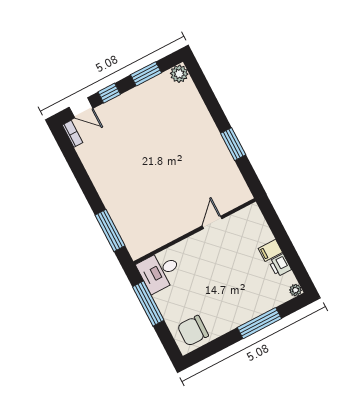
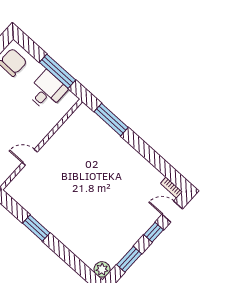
door: (212, 222) -> (30, 157), swing flipped
desk: (160, 271) -> (47, 91), moved

